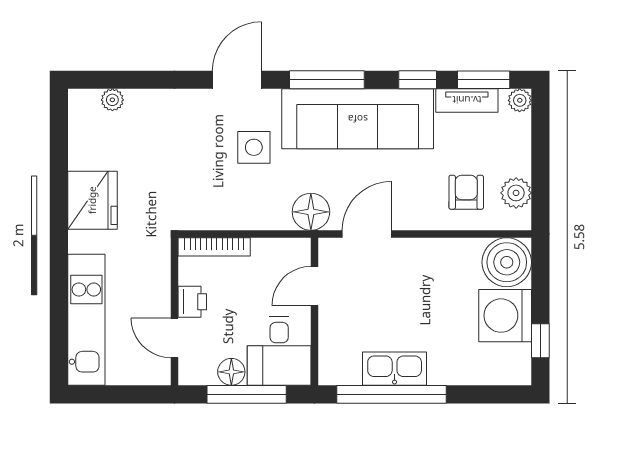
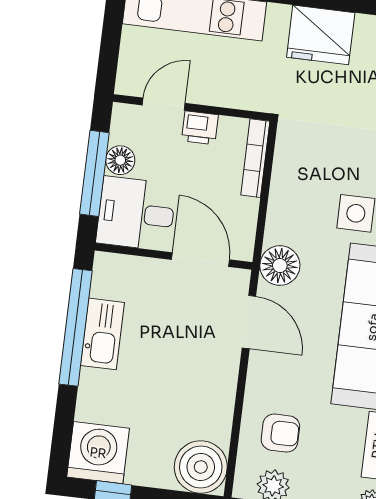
door: (315, 286) -> (201, 260), width x1.38
washing machine: (505, 316) -> (98, 453), moved

